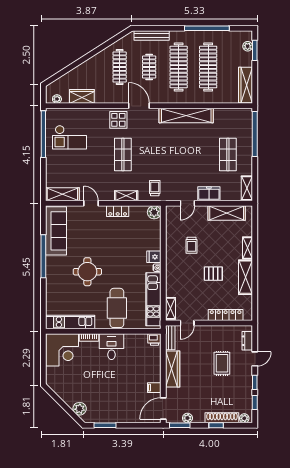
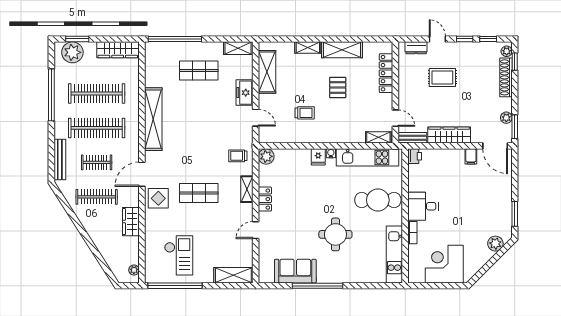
plant: (248, 46) -> (72, 52), width x1.88, depth x1.88
wardrobe: (82, 96) -> (131, 222), moved
shelving: (62, 194) -> (233, 275), moved, turned 90
sofa: (56, 231) -> (295, 271), width x0.73
corner desk: (62, 350) -> (444, 264), moved, turned -90
window: (216, 425) -> (515, 62), moved

